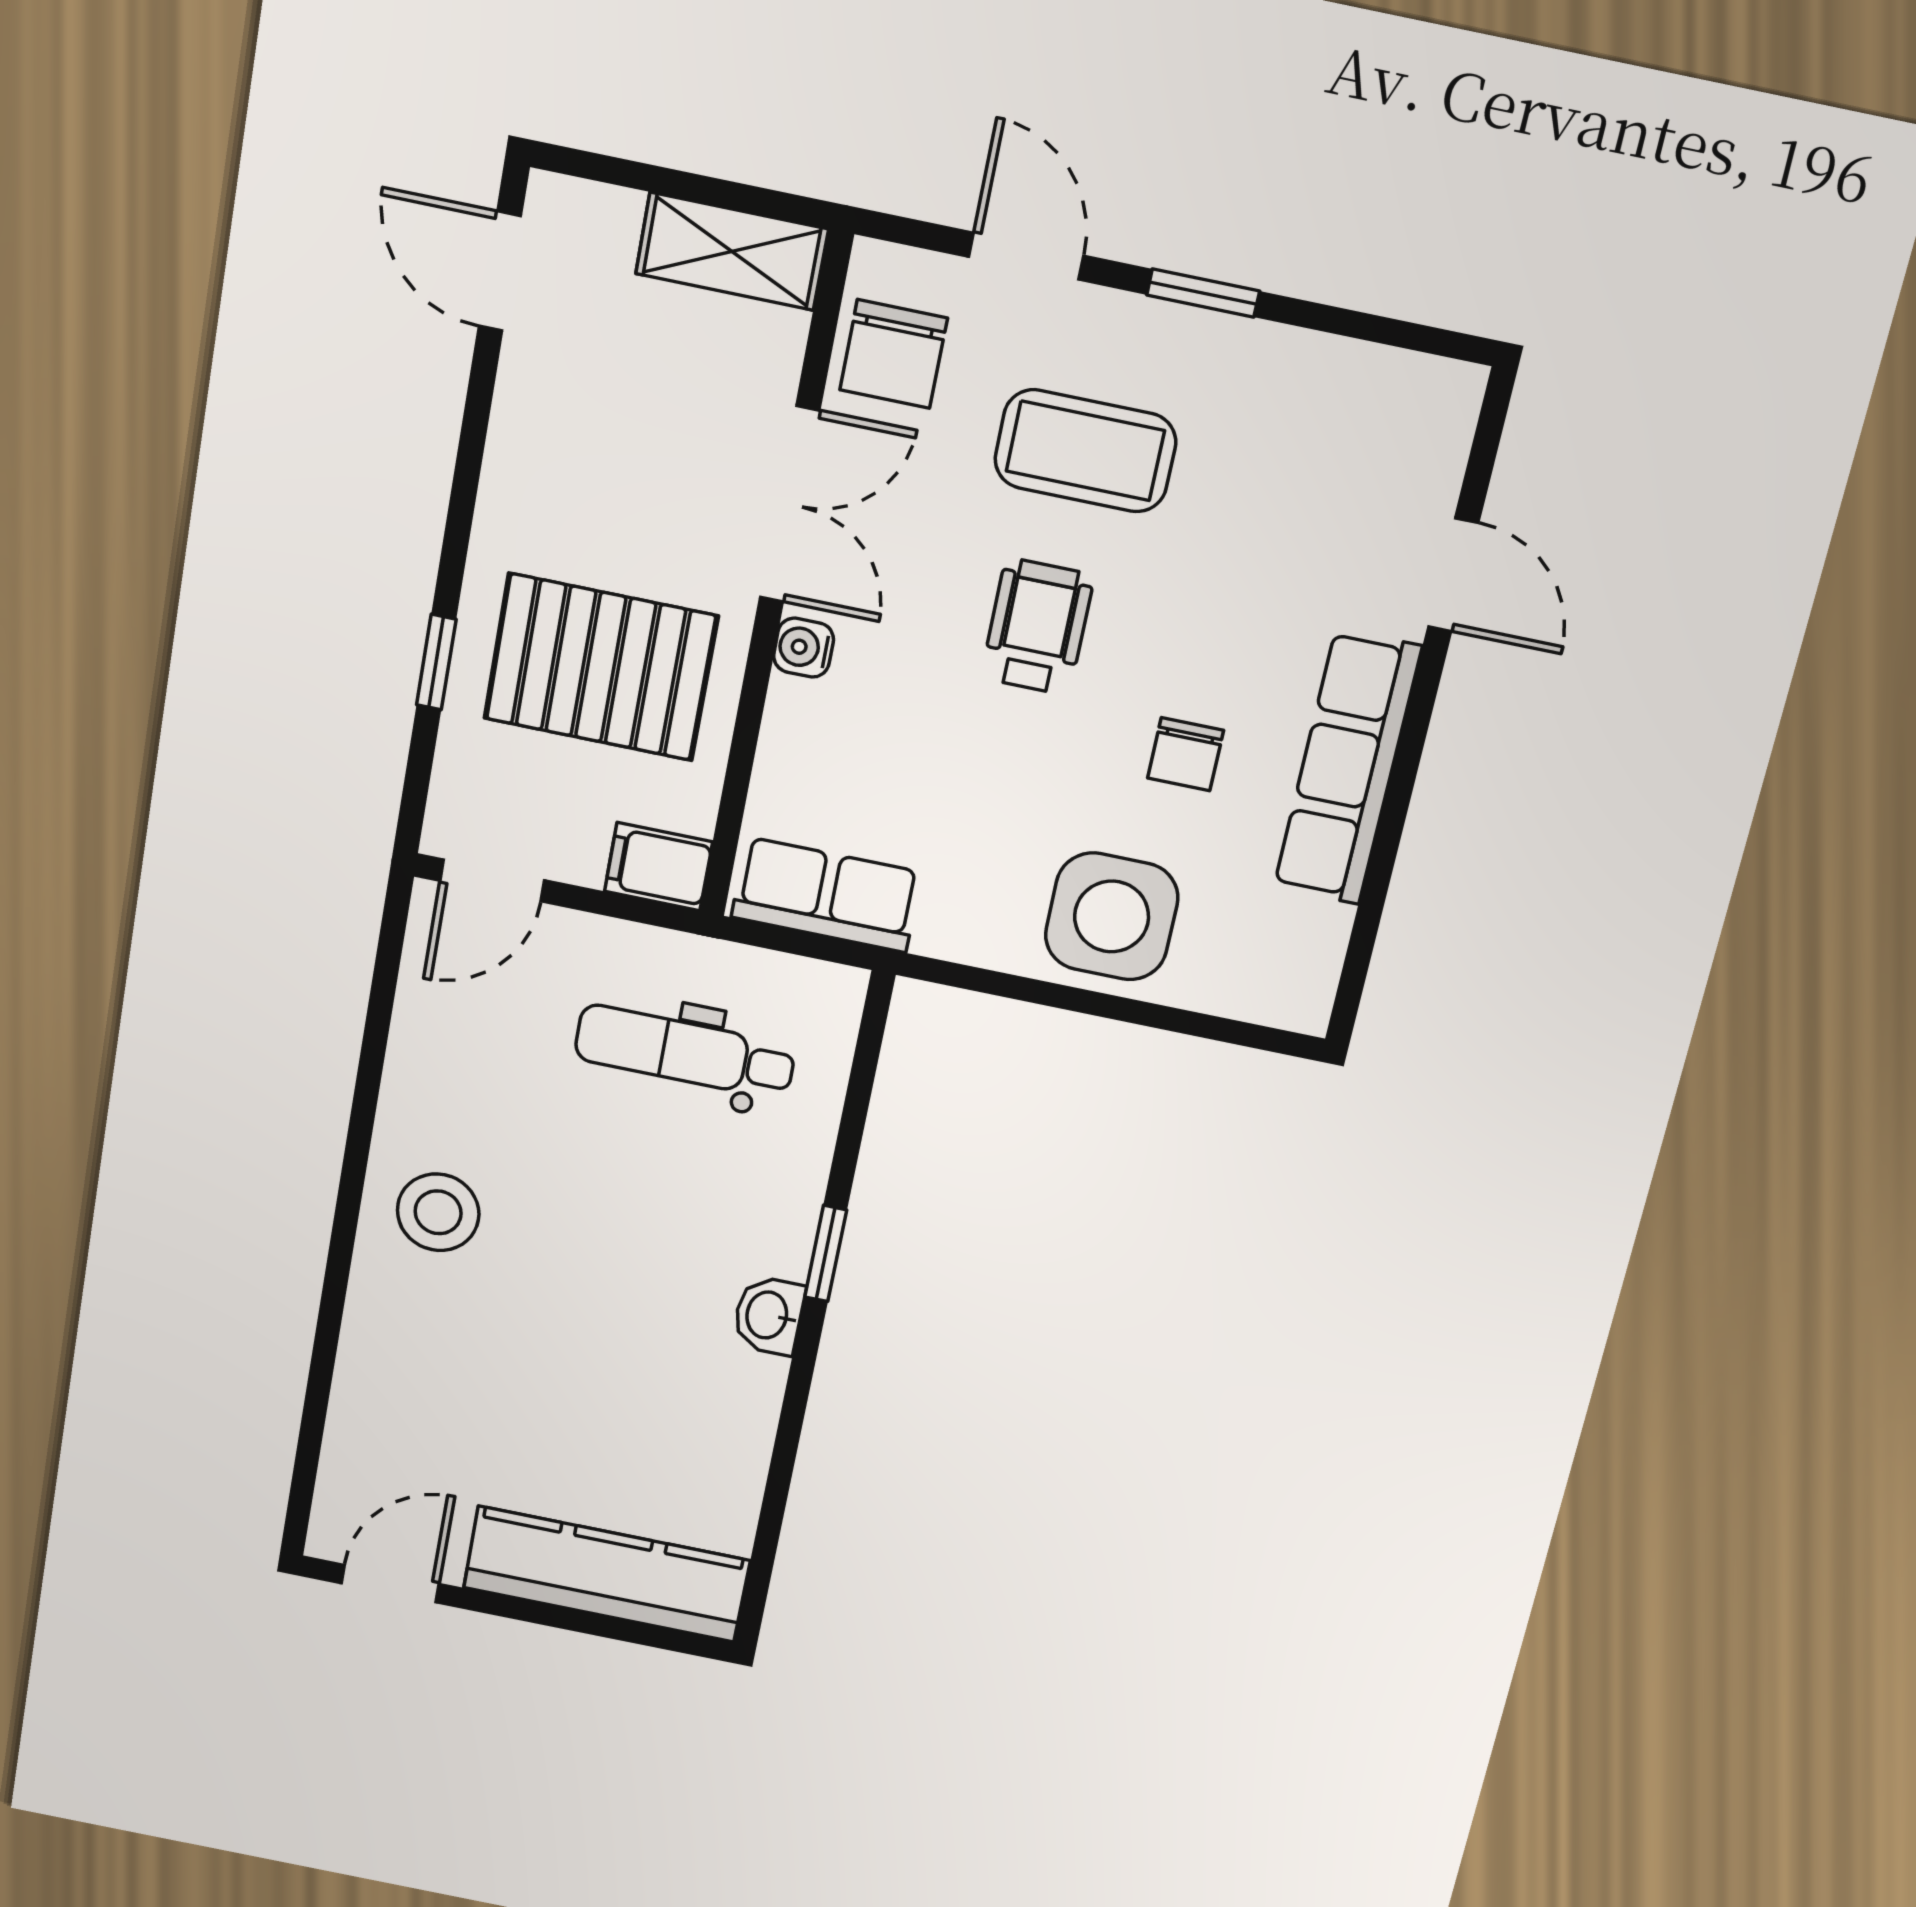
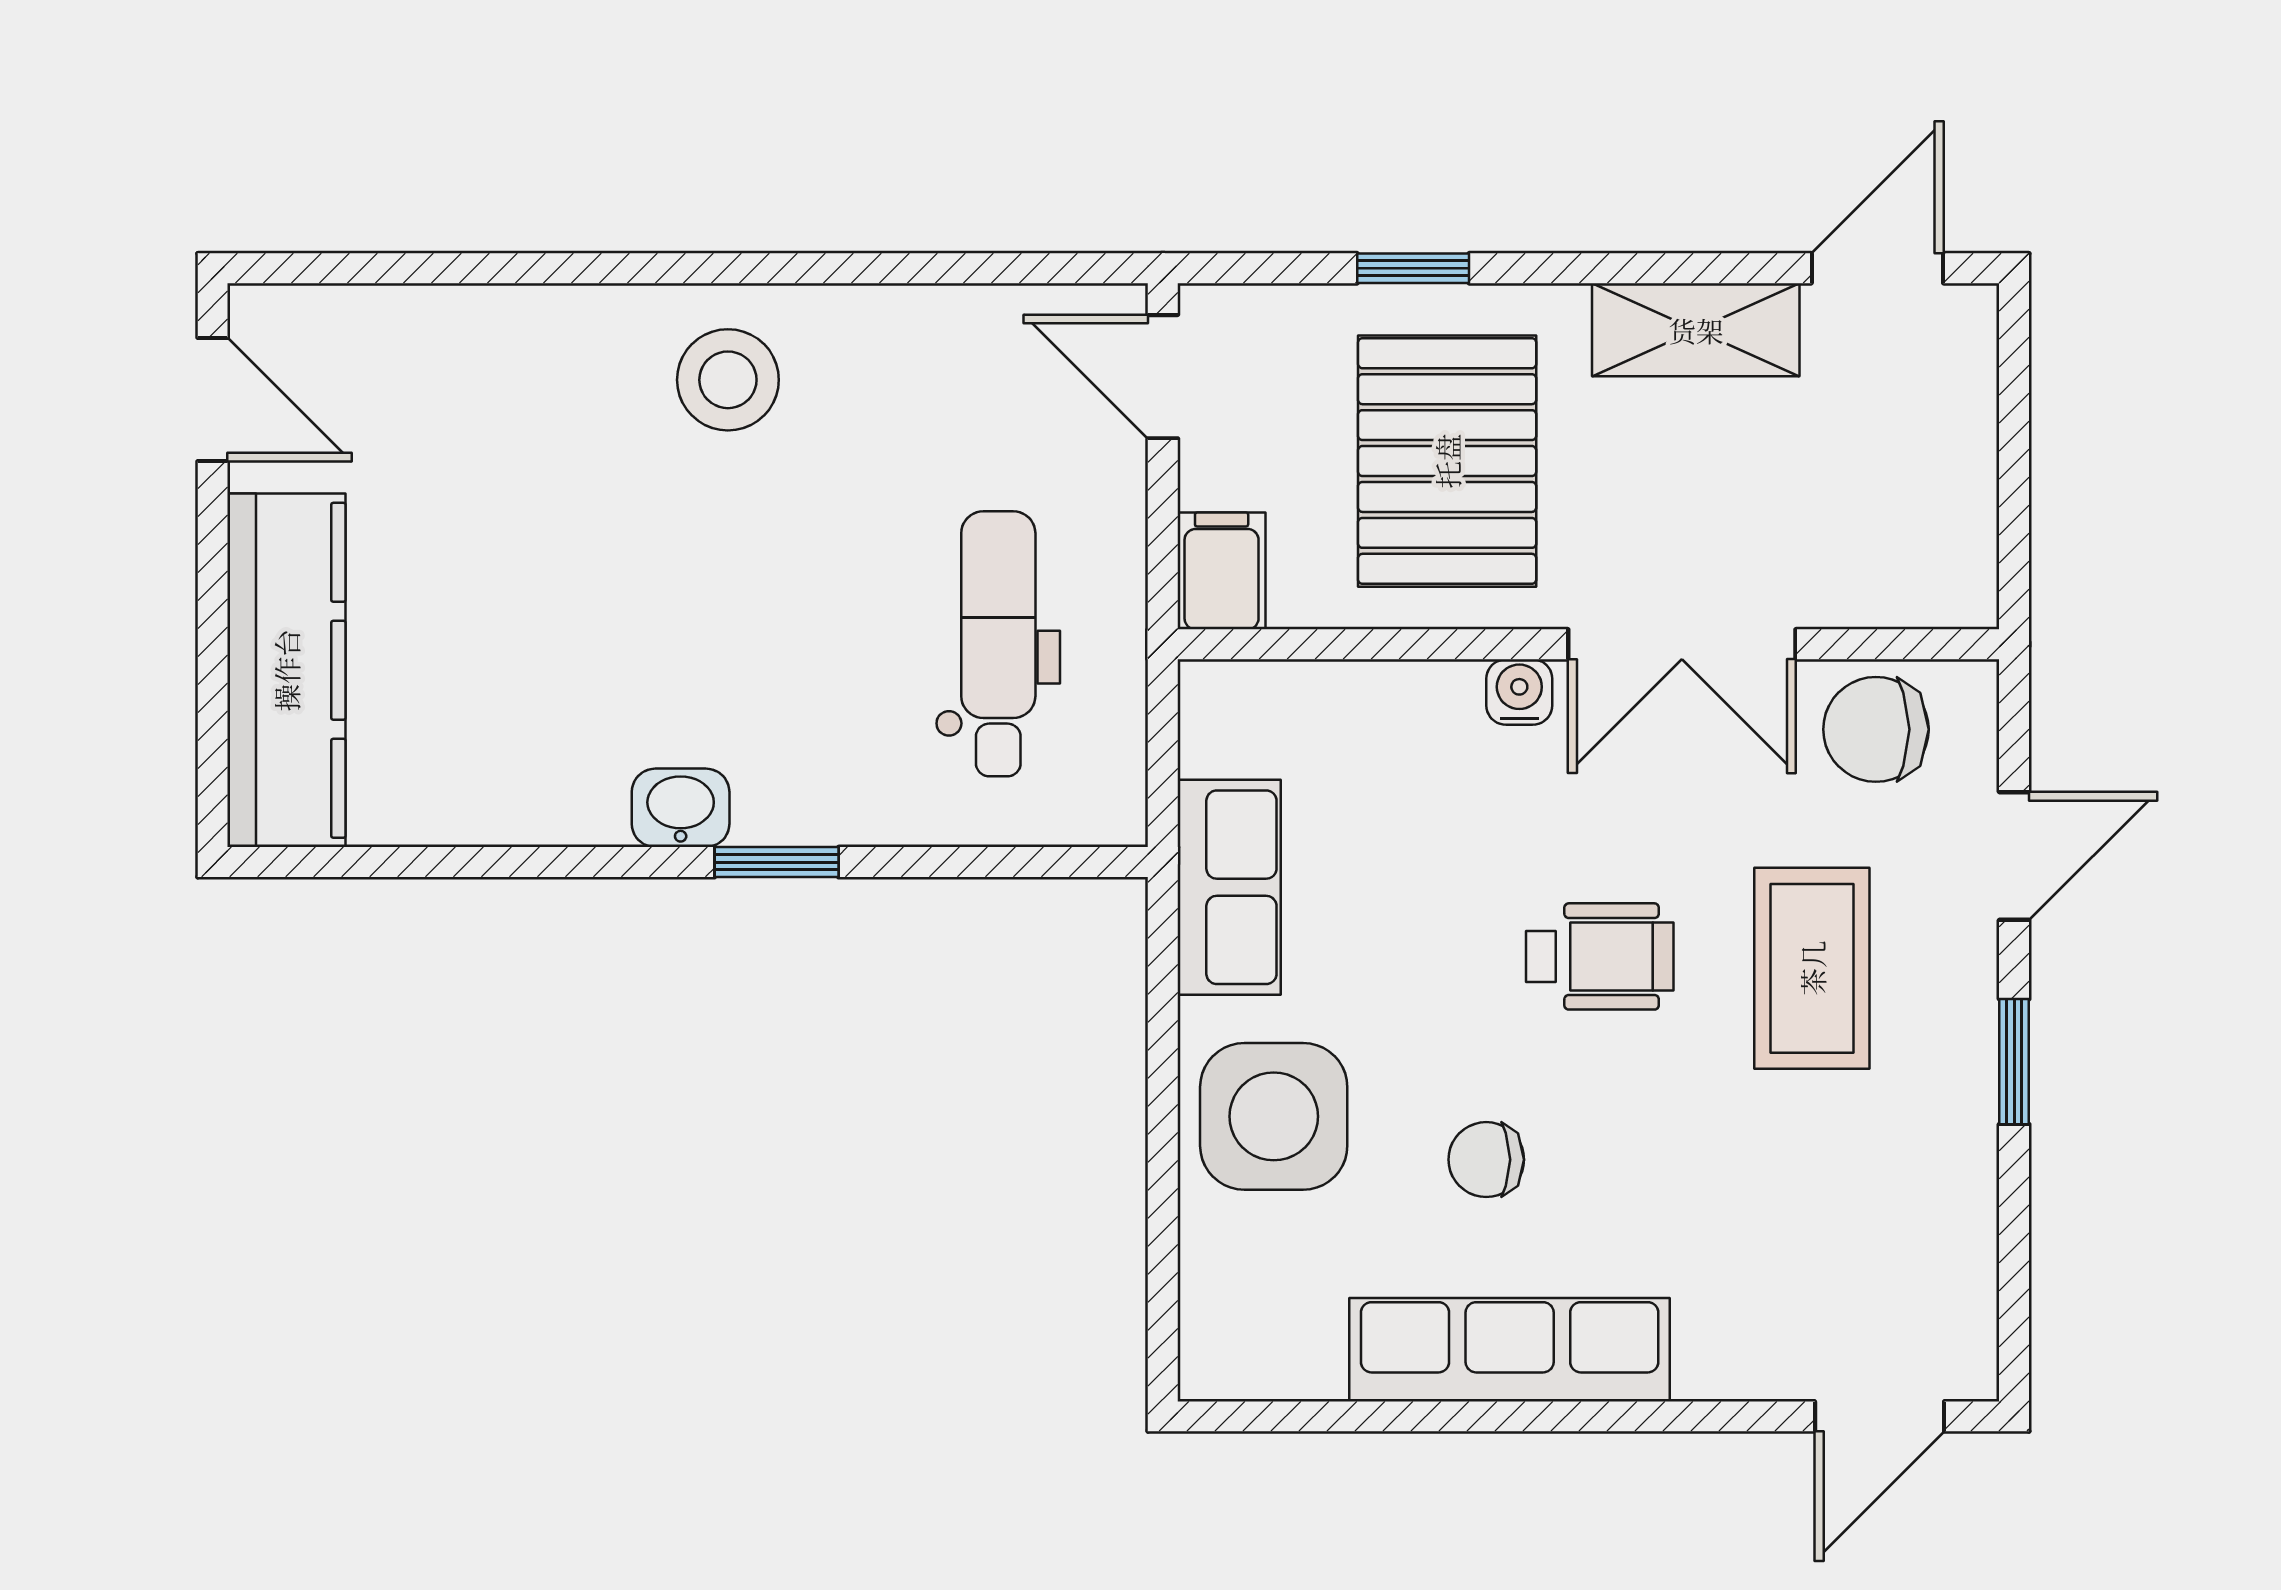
shelving: (732, 251) -> (1696, 330), moved, turned 90
door: (1453, 575) -> (1880, 1416), moved
row of seats: (826, 895) -> (1229, 887), moved

